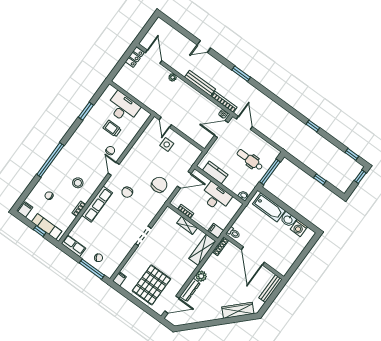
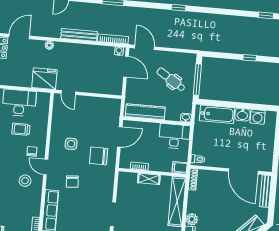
door: (154, 57) -> (19, 36), hinge flipped
fridge: (153, 101) -> (44, 79), added
window: (313, 126) -> (178, 8), moved
door: (221, 129) -> (126, 67), swing flipped
side table: (167, 144) -> (71, 144), moved
dental chair: (250, 160) -> (171, 80), turned 33
kitchen counter: (215, 172) -> (145, 112), width x1.50
stool: (78, 183) -> (25, 181), moved
chair: (159, 185) -> (99, 156), turned -90
desk: (216, 197) -> (174, 136), moved
shelving: (202, 250) -> (177, 201), width x1.47
door: (253, 256) -> (243, 171), moved

